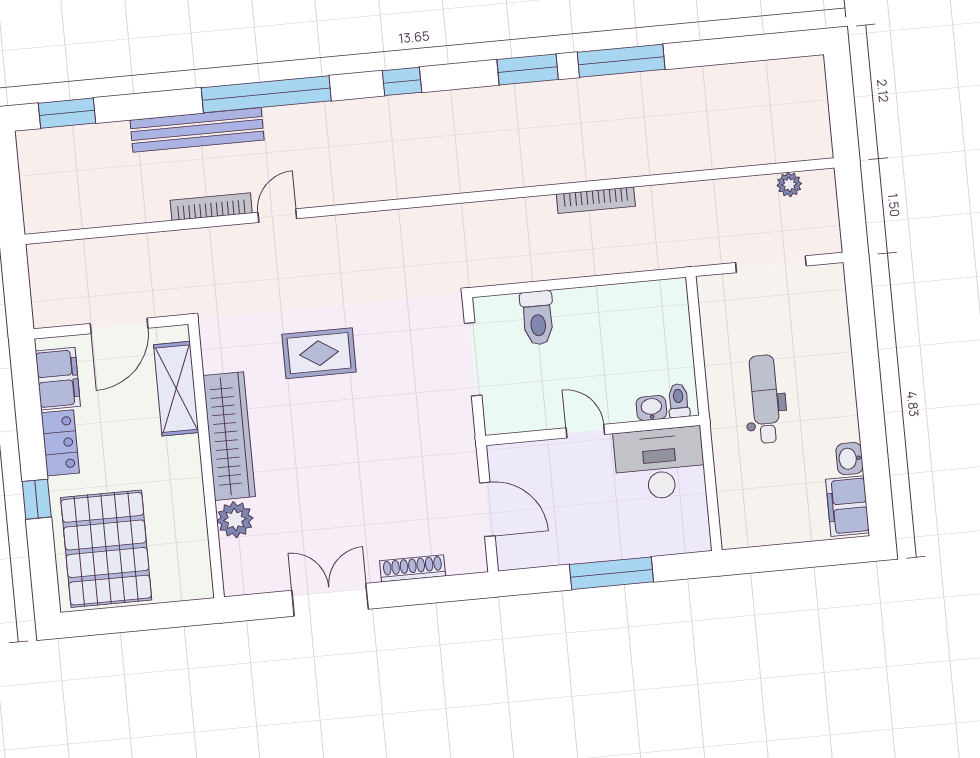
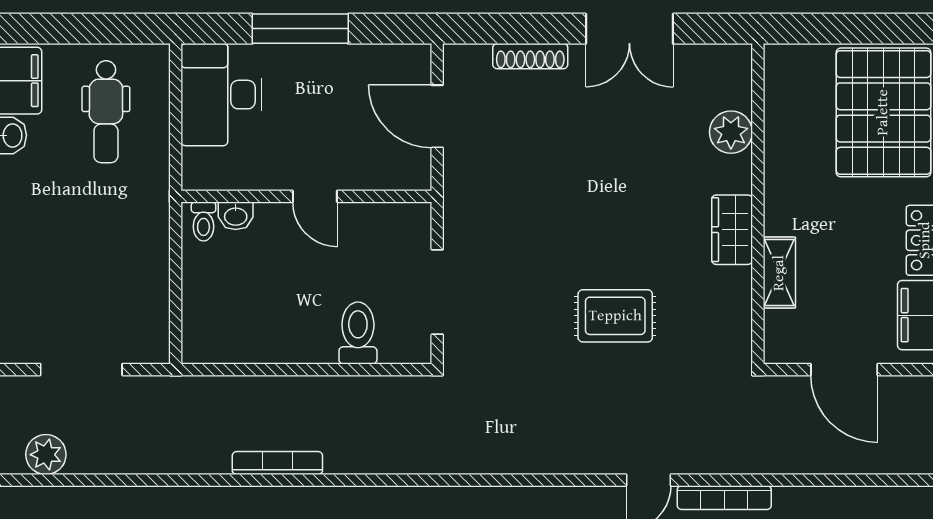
plant: (789, 184) -> (46, 455), width x1.38, depth x1.38
door: (119, 326) -> (844, 370), swing flipped
shelving: (176, 389) -> (779, 273), width x0.67, depth x0.75
dental chair: (765, 399) -> (106, 112), moved
wardrobe: (229, 436) -> (732, 230), width x0.48, depth x0.85
desk: (660, 464) -> (221, 95), moved, turned 90

